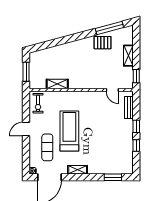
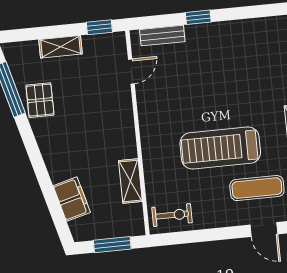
filing cabinet: (51, 54) -> (72, 199), added
door: (26, 129) -> (264, 229), moved
window: (136, 146) -> (236, 14), removed

